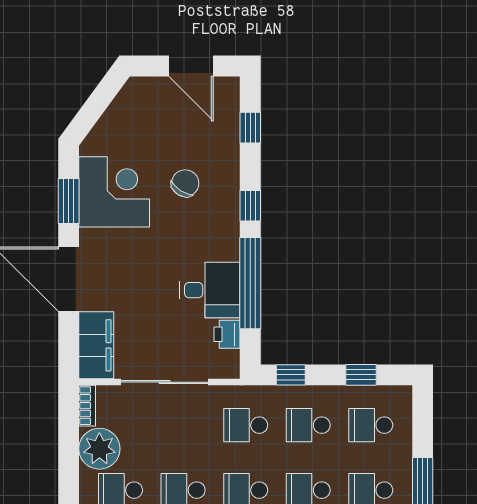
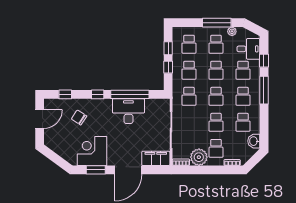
chair: (185, 183) -> (79, 117), moved
desk: (210, 290) -> (128, 111), width x1.37
printer: (227, 334) -> (151, 104), removed
window: (291, 375) -> (168, 67), moved

